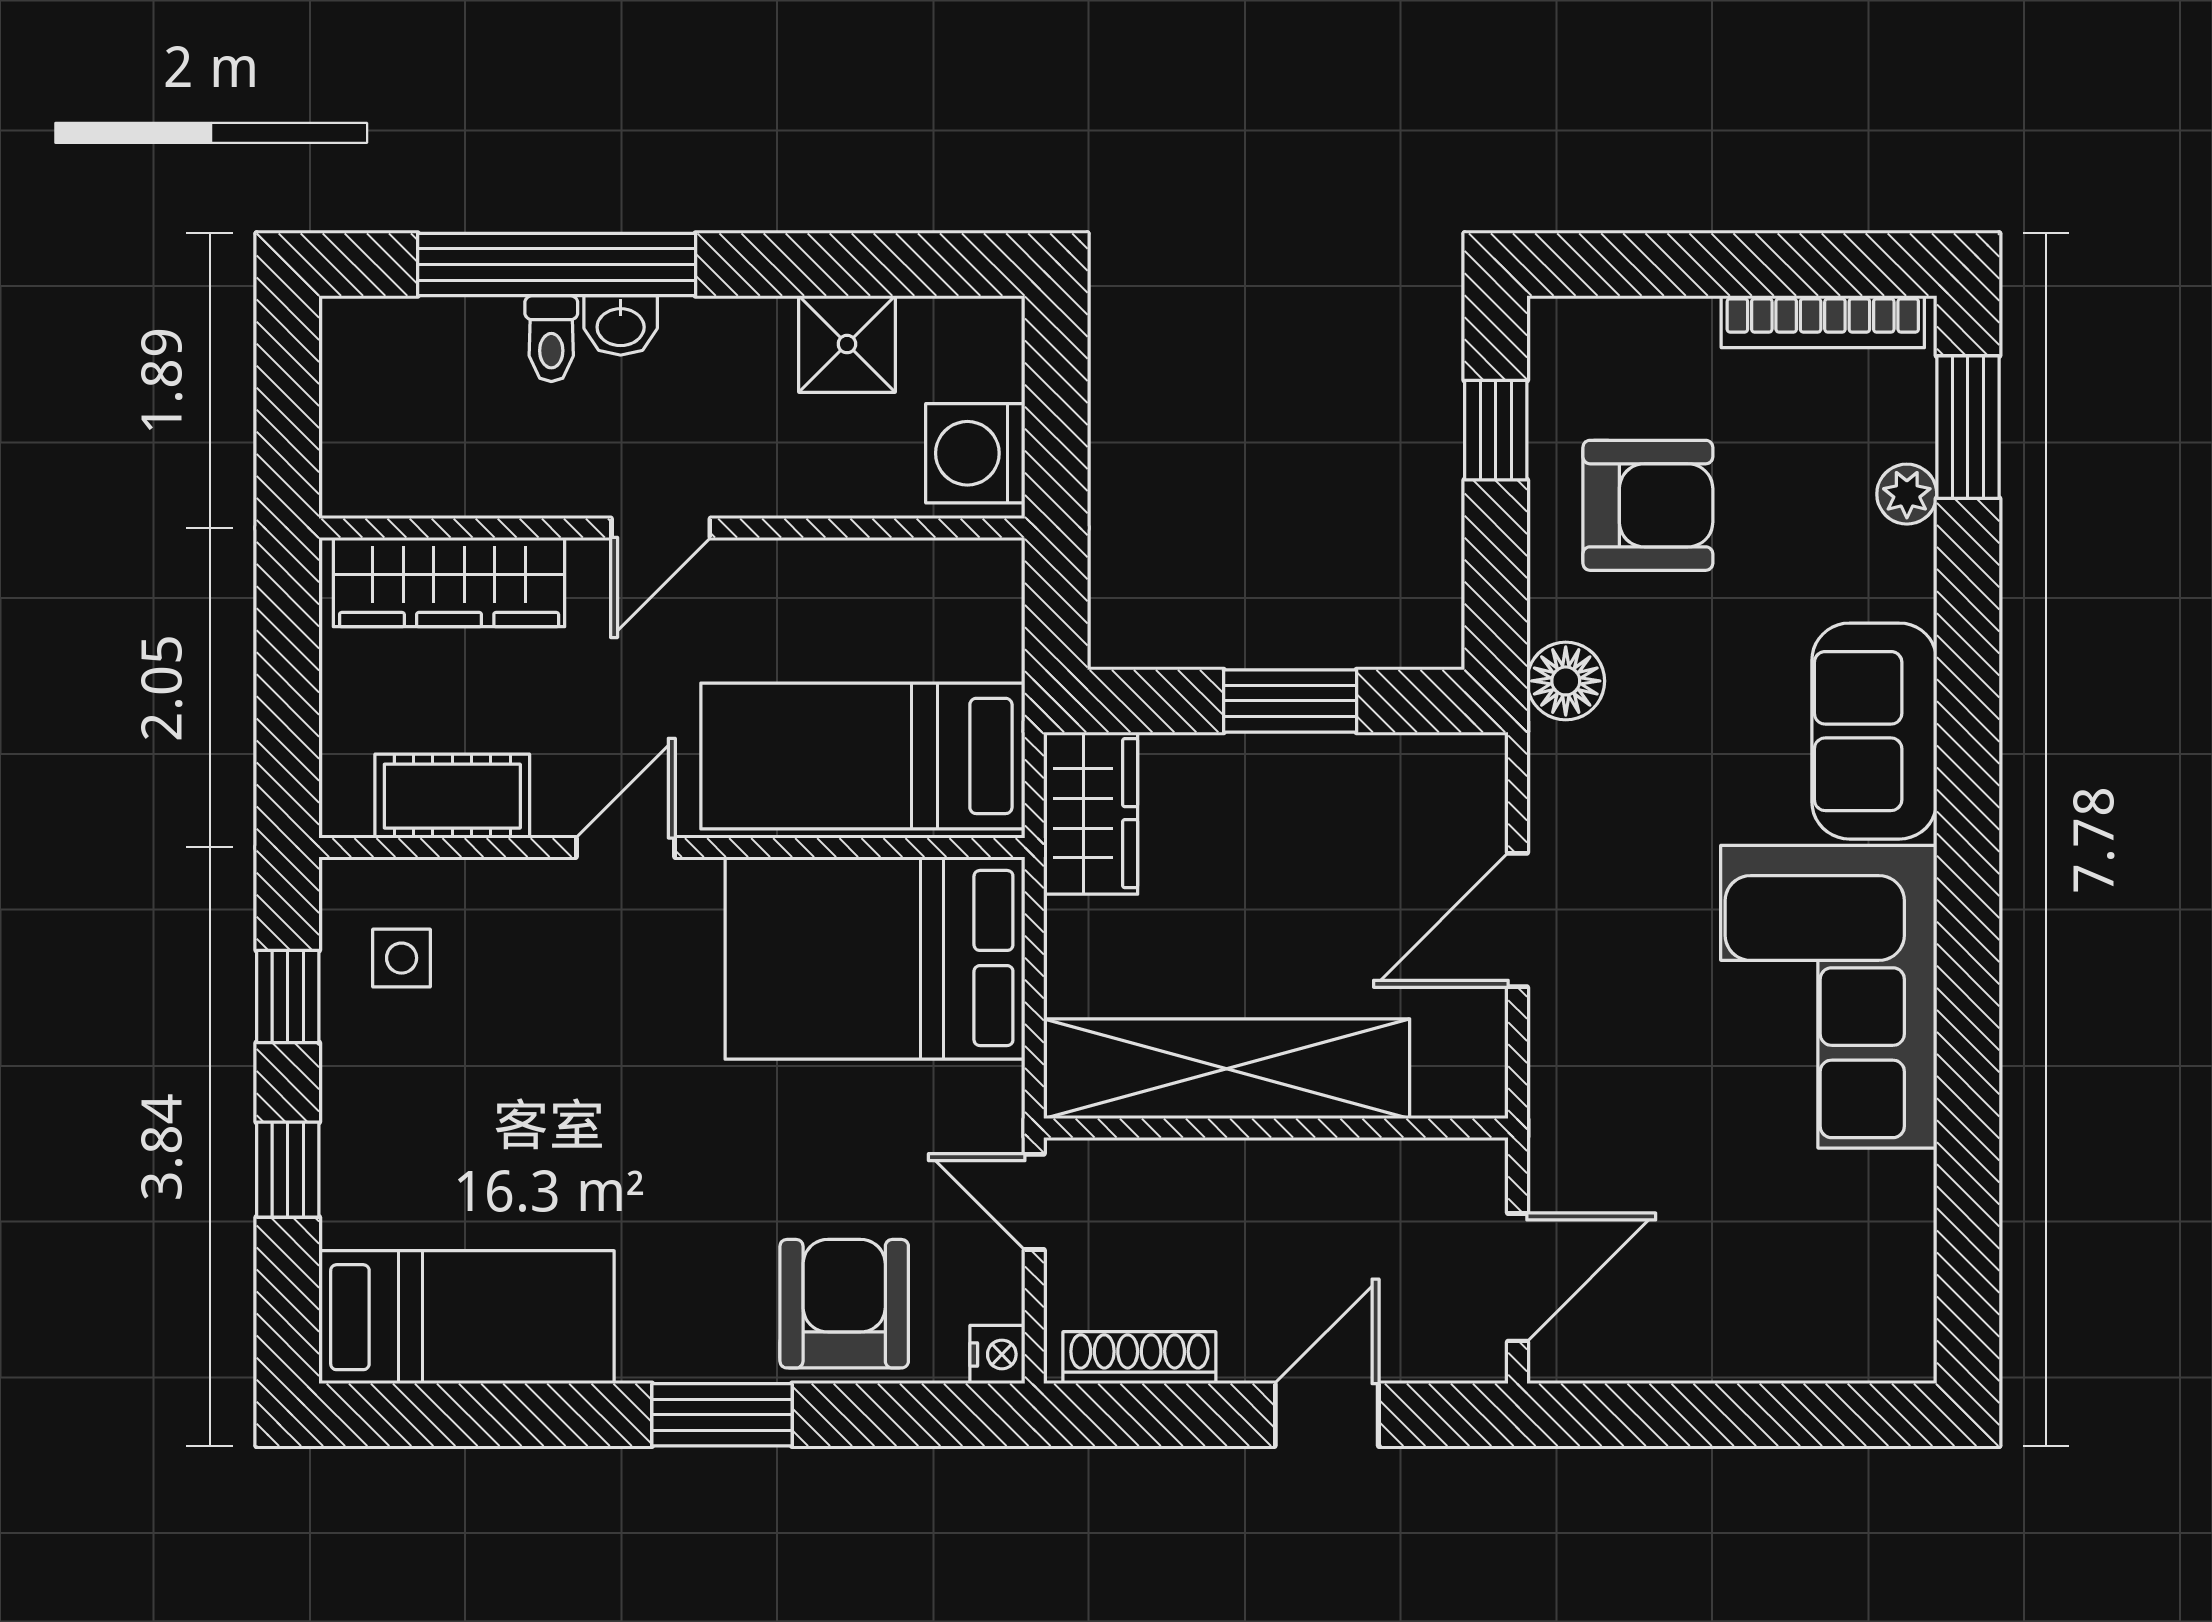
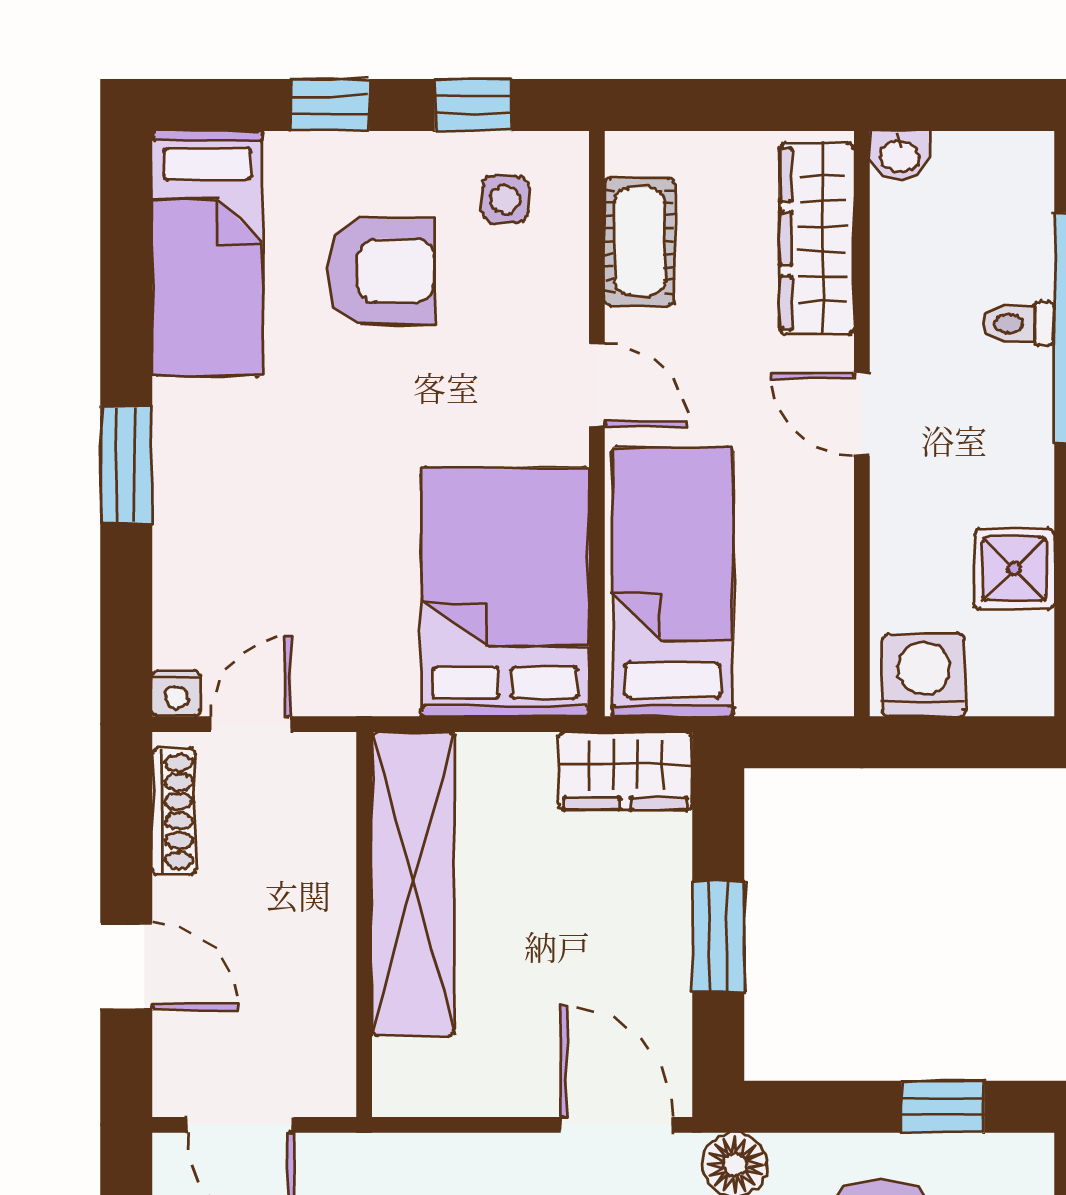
washbasin: (621, 325) -> (900, 155), moved, turned -90
door: (1518, 920) -> (617, 1125), moved
door: (1034, 1202) -> (251, 724), moved
armchair: (844, 1304) -> (381, 271), moved

